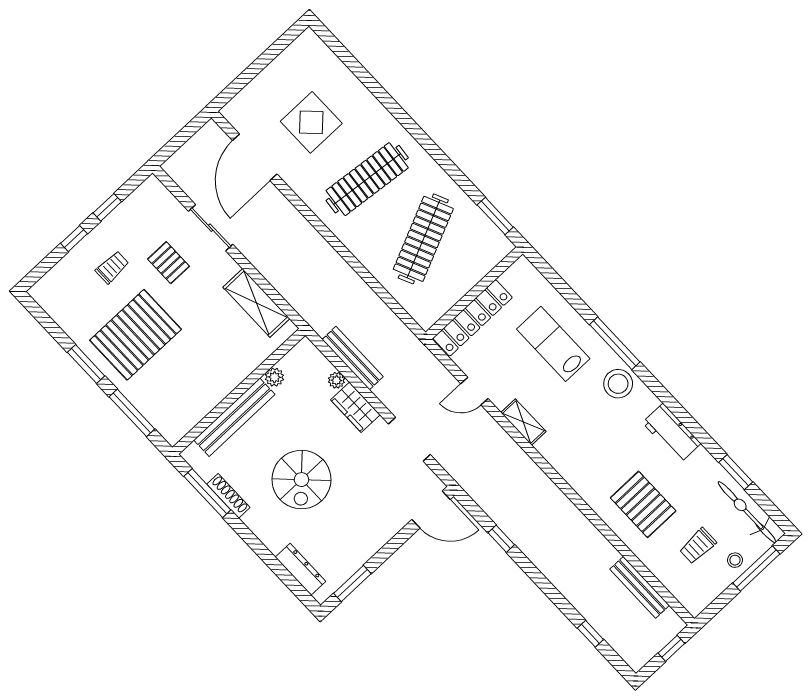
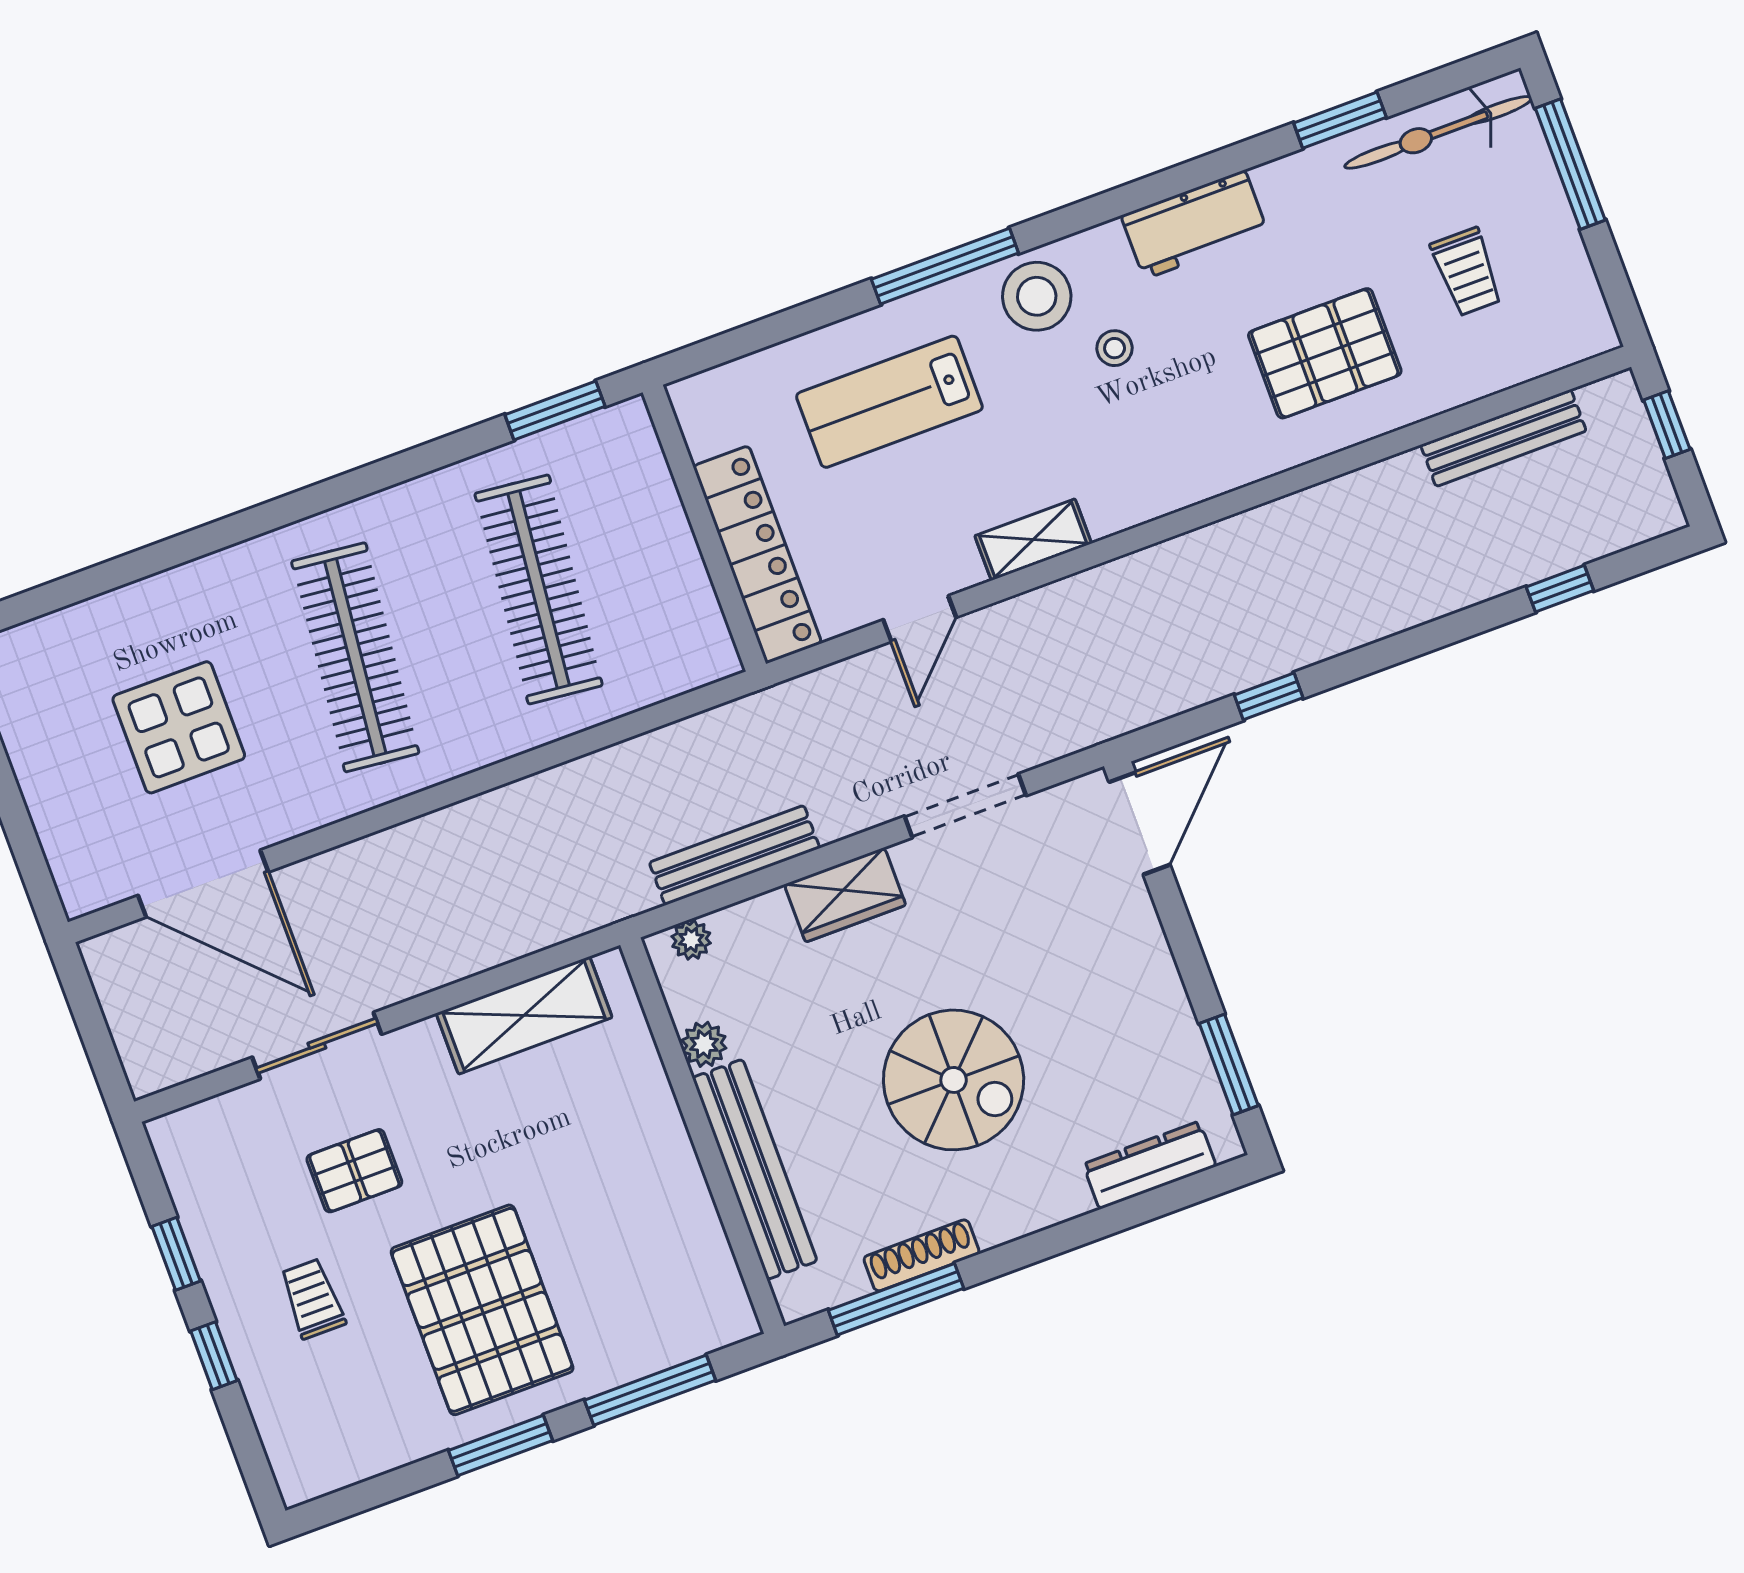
clothes rail: (423, 239) -> (539, 589), turned 30
plant: (336, 380) -> (691, 940), moved
stool: (735, 560) -> (1115, 348), moved

